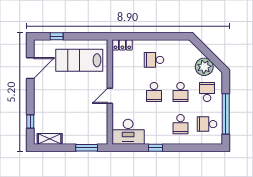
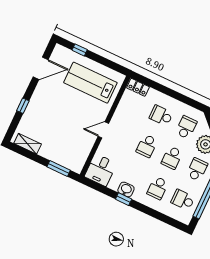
school desk: (181, 60) -> (186, 127), added
window: (30, 122) -> (23, 106), moved
desk: (128, 132) -> (101, 170), width x0.73
washbasin: (154, 138) -> (126, 189), added

